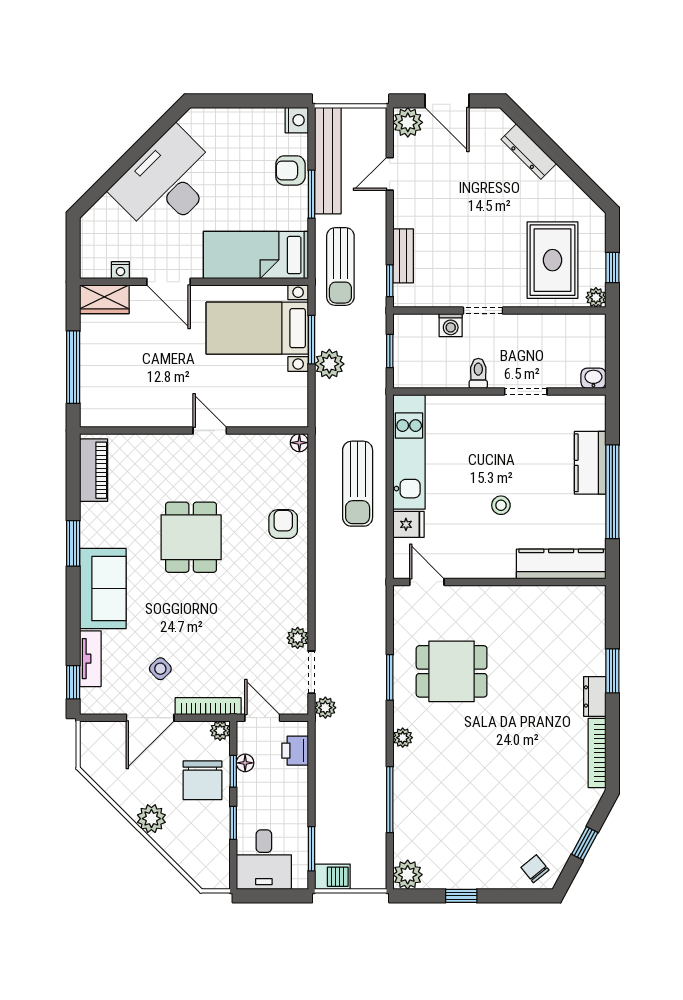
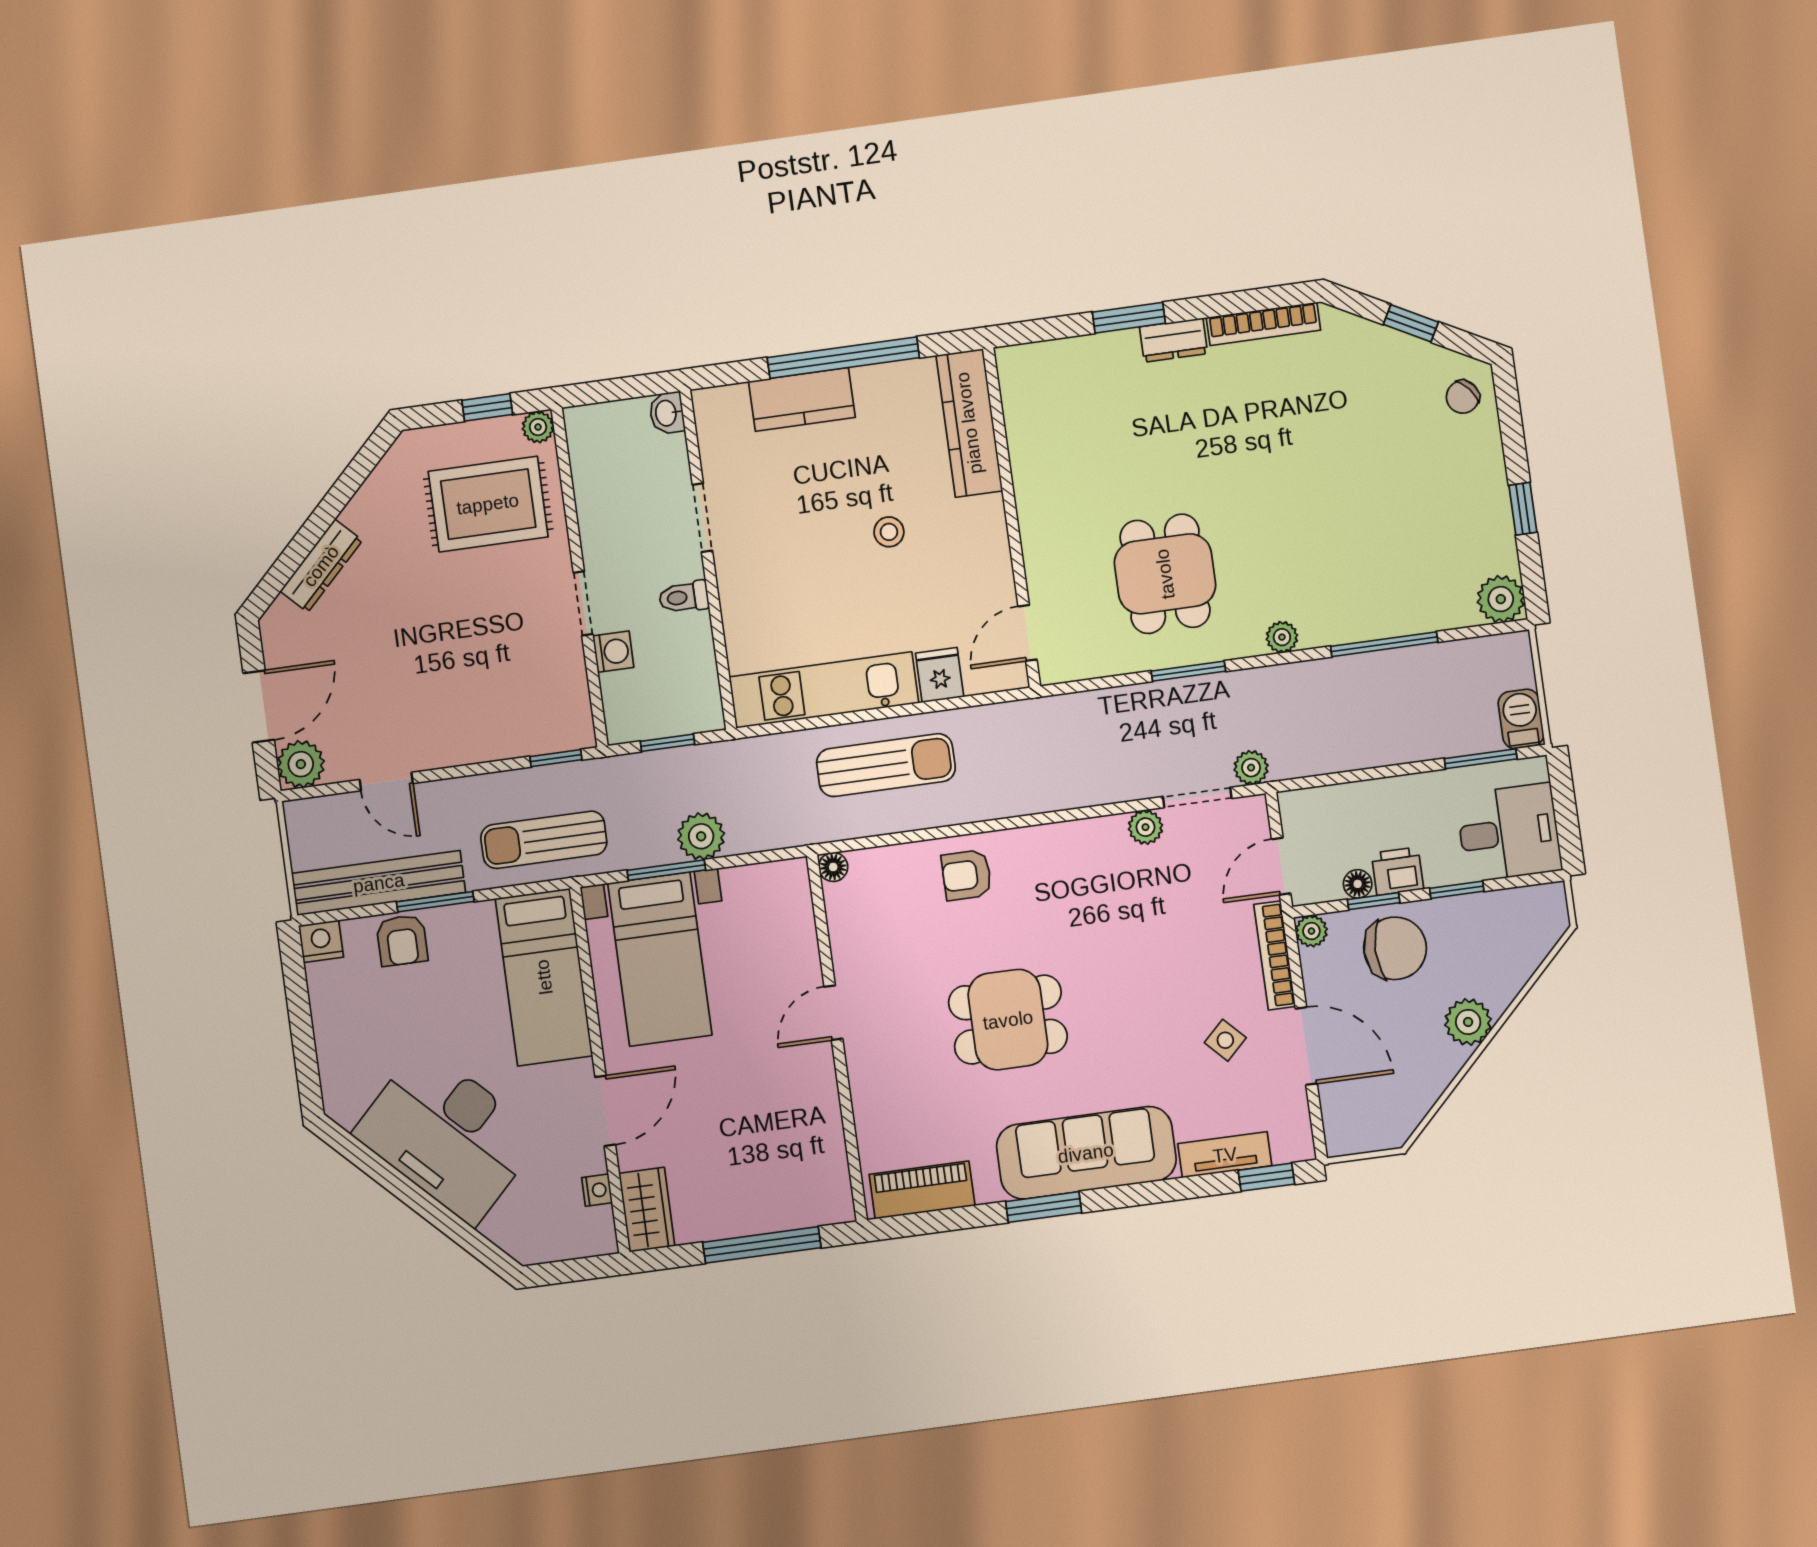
bench: (403, 256) -> (513, 742), removed
sun lounger: (340, 267) -> (544, 840), turned 180
sofa: (103, 589) -> (1086, 1153), width x1.36
printer: (295, 751) -> (1397, 871), moved, turned 180

